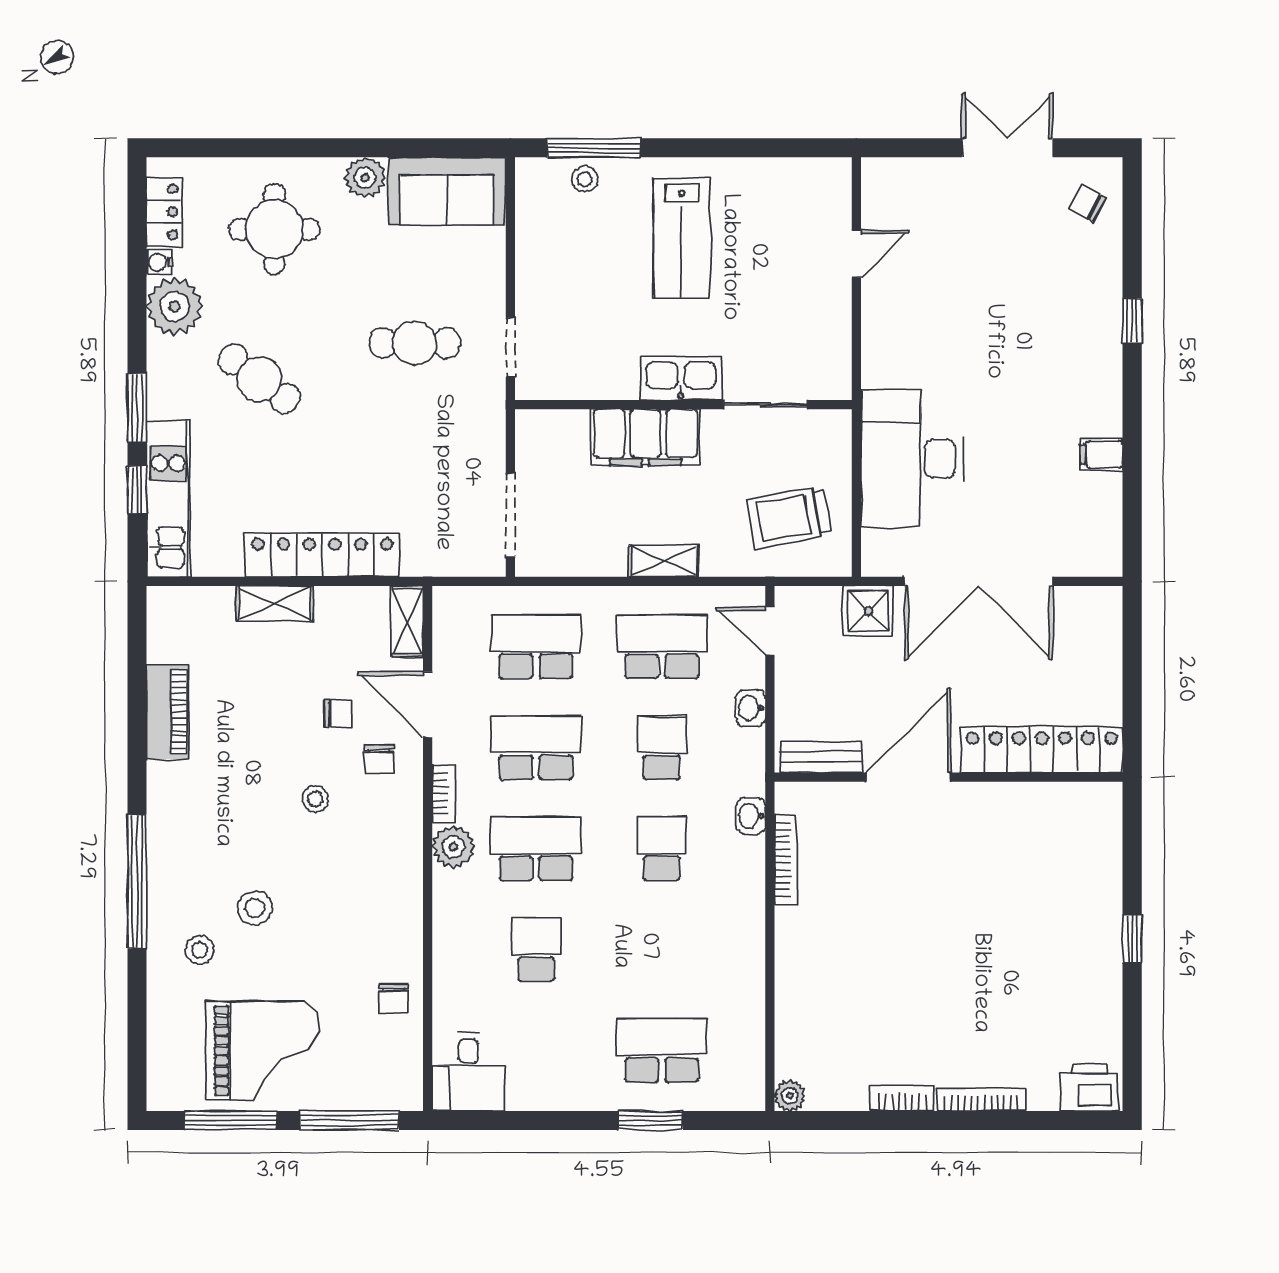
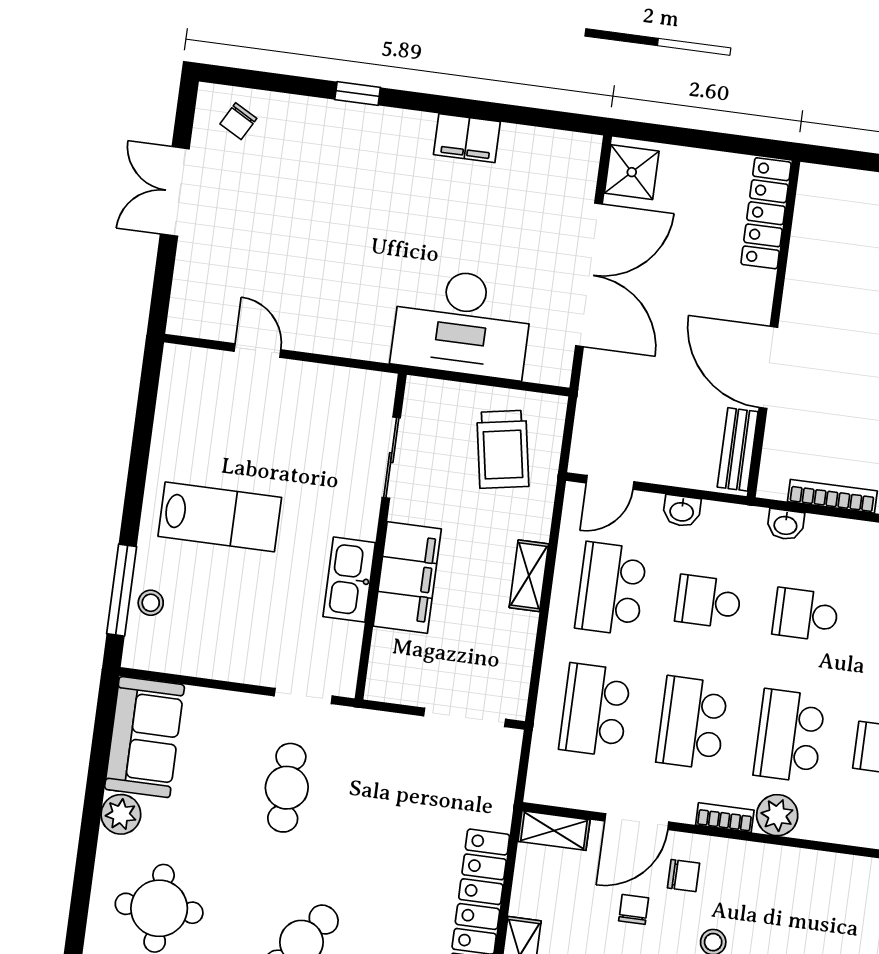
kitchen sink: (681, 378) -> (349, 580), moved
filing cabinet: (1101, 454) -> (467, 138), width x2.00
shower: (868, 611) -> (632, 172), moved
locker: (1042, 750) -> (766, 213), width x0.71, depth x0.83

